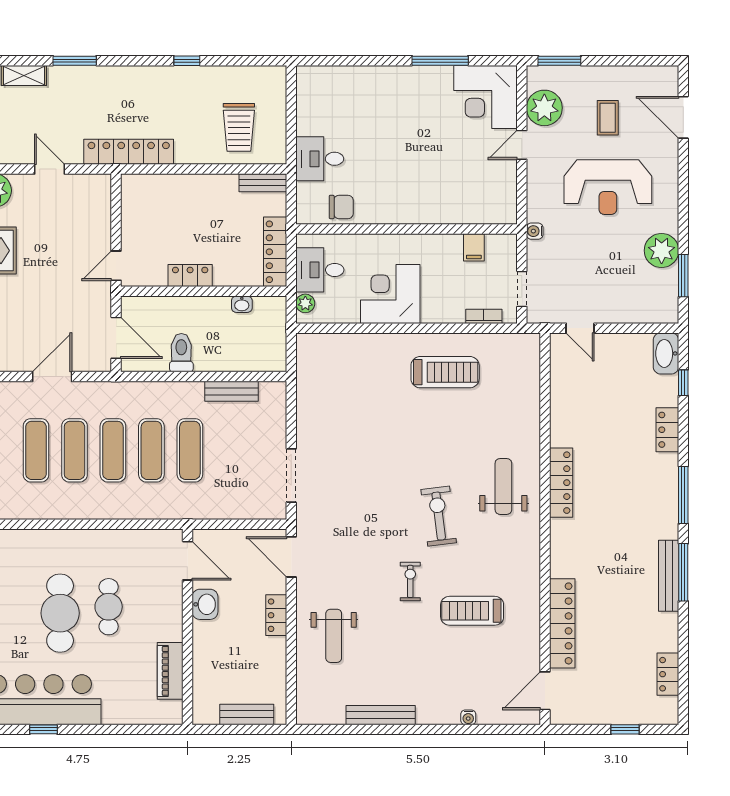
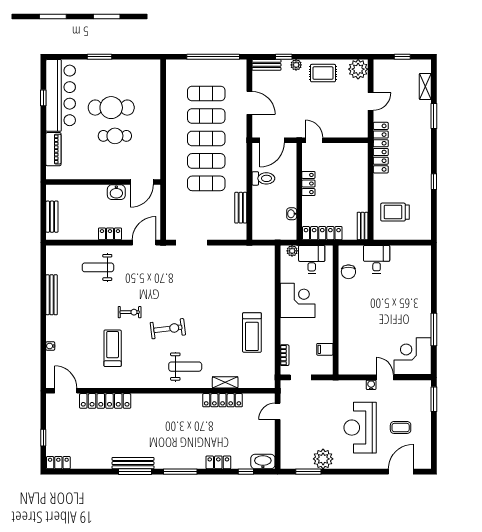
plant: (544, 108) -> (406, 390), removed
water cooler: (535, 231) -> (371, 385), moved
shelving: (531, 418) -> (225, 382), added
locker: (561, 483) -> (223, 400), moved
piano: (170, 671) -> (53, 149), moved, turned 90
locker: (668, 674) -> (58, 463), moved

